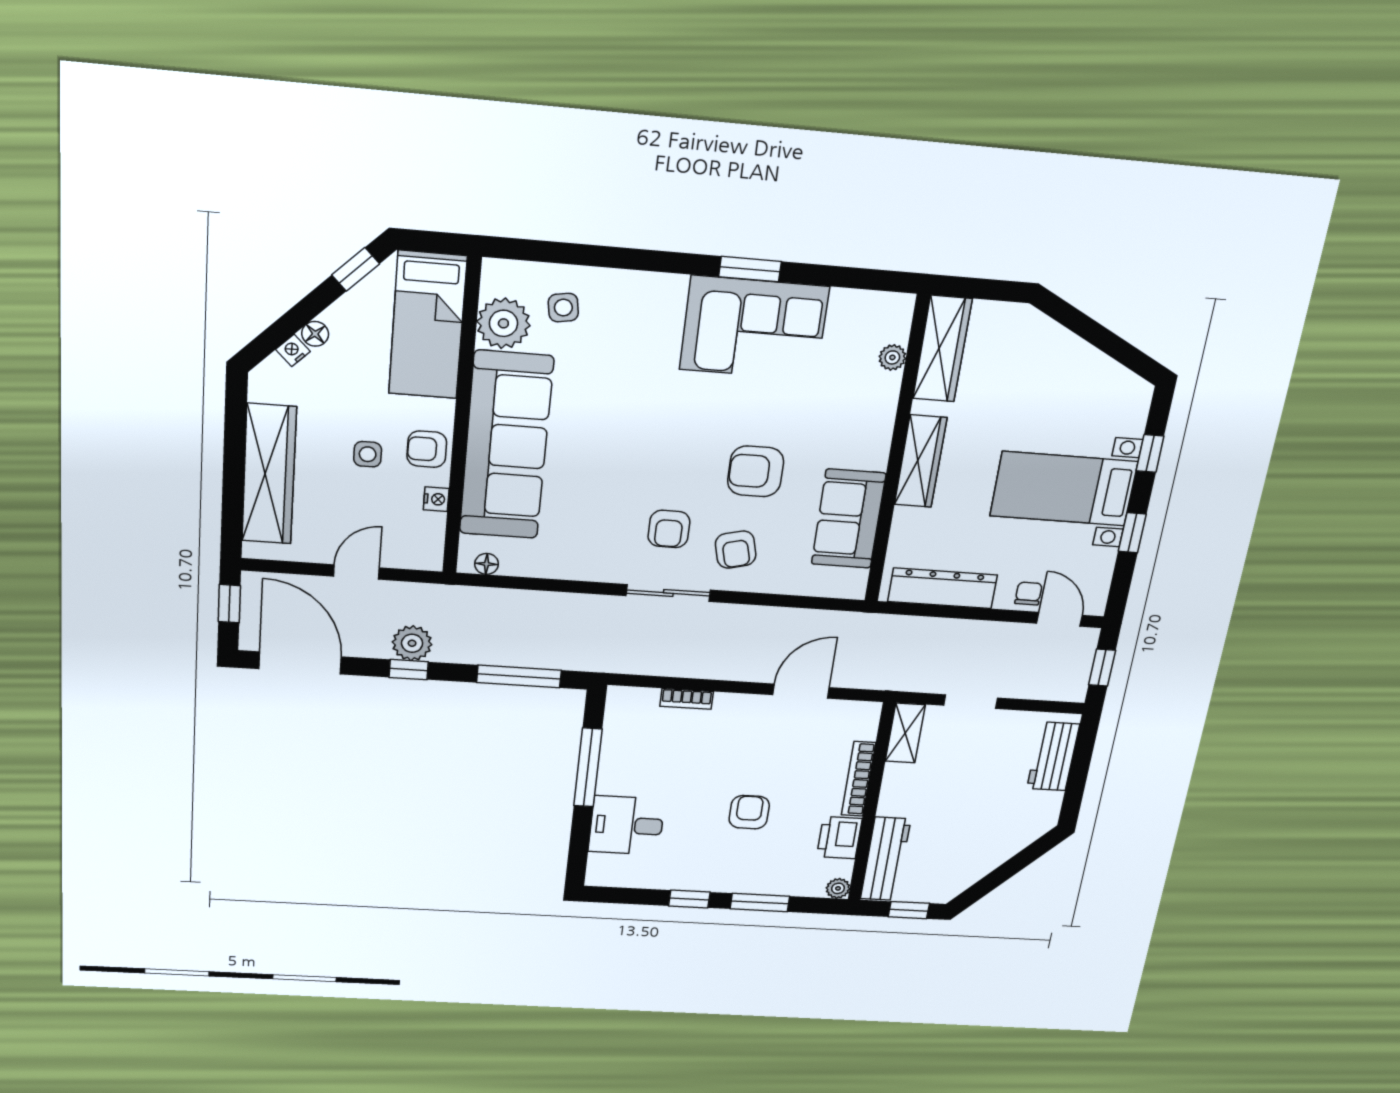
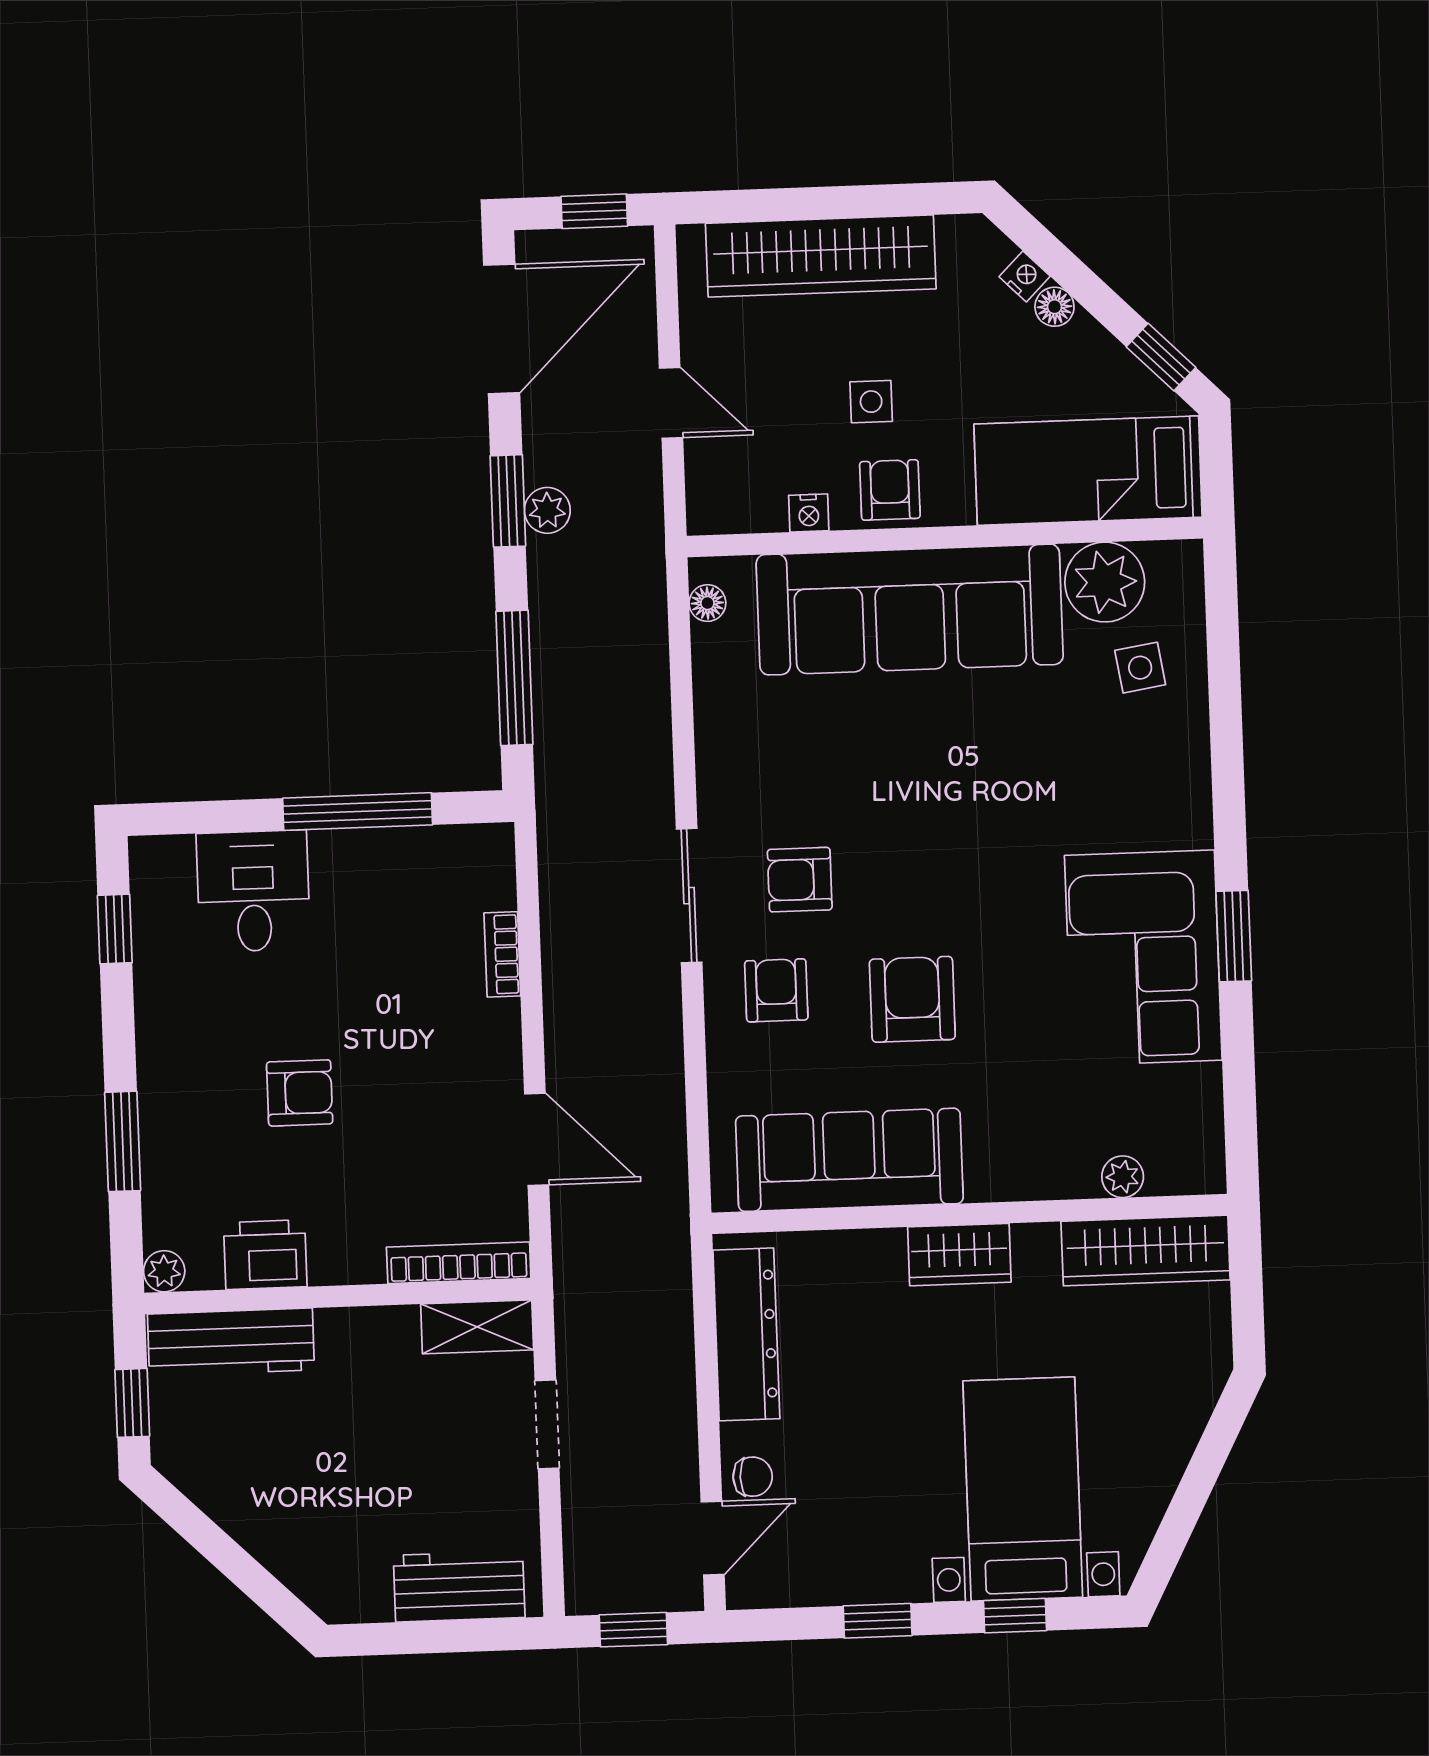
wardrobe: (921, 461) -> (959, 1255), width x0.67
bed with nightstands: (1064, 489) -> (1023, 1489), moved
sofa: (849, 519) -> (849, 1160), width x1.36
armchair: (736, 550) -> (776, 990), turned 104
plant: (412, 643) -> (547, 510), width x0.73, depth x0.73
window: (409, 670) -> (508, 501), width x1.50
bookcase: (858, 779) -> (459, 1263), moved
window: (689, 899) -> (115, 929), moved

